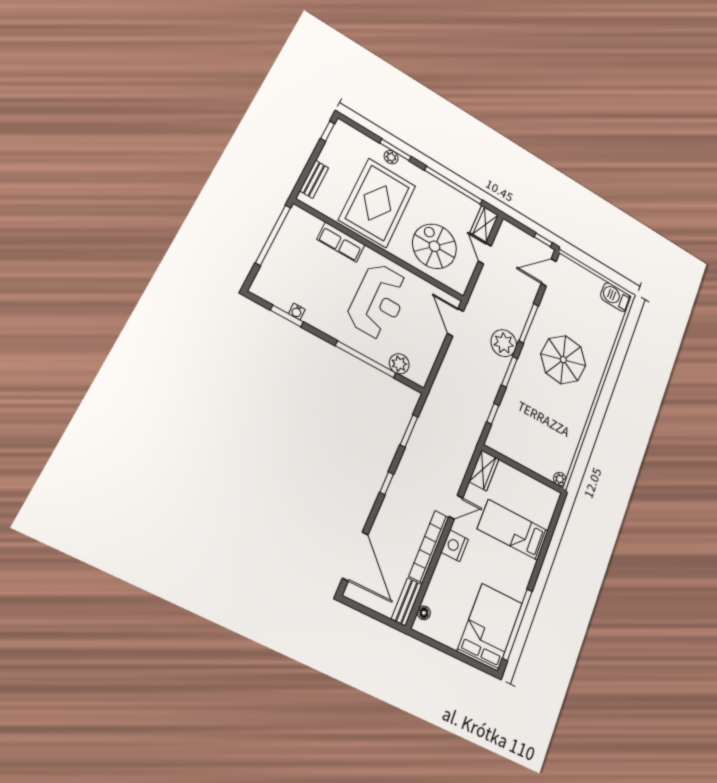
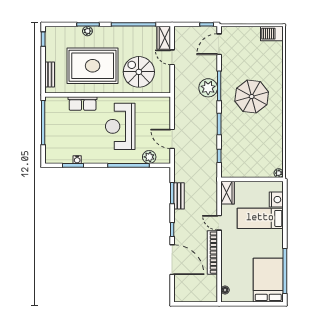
rug: (377, 203) -> (93, 66), turned 90
reception desk: (378, 301) -> (120, 126), turned 180
door: (455, 322) -> (172, 139), moved
plant: (504, 343) -> (208, 88), moved
door: (456, 507) -> (219, 223), swing flipped
nightstand: (455, 546) -> (276, 200), moved, turned 180
door: (355, 556) -> (172, 260), moved
bench: (407, 602) -> (179, 196), moved

